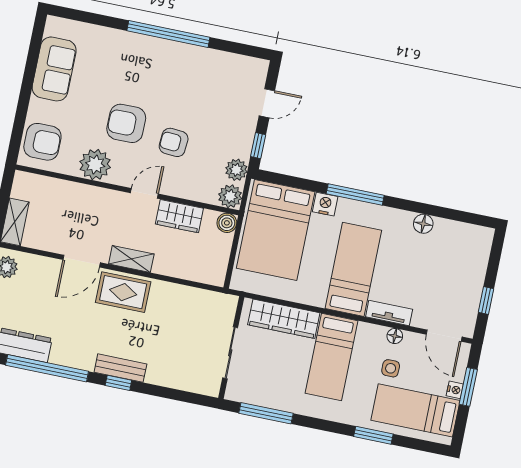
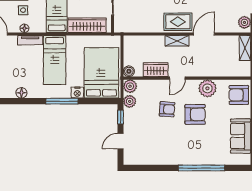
window: (168, 34) -> (201, 168), moved

